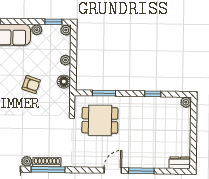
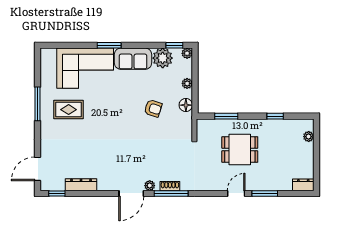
plant: (37, 30) -> (163, 58), width x1.88, depth x1.88
plant: (186, 102) -> (309, 137), moved
dining table: (100, 120) -> (240, 150), moved
shoe rack: (47, 162) -> (170, 186), width x0.70

